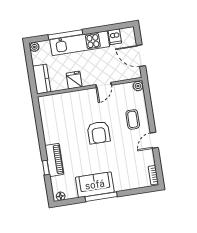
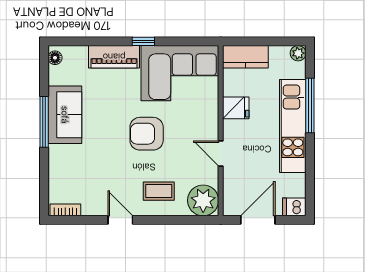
dishwasher: (115, 37) -> (294, 207), moved
plant: (138, 86) -> (203, 200), width x1.88, depth x1.88
corner sofa: (58, 118) -> (180, 73), added
window: (46, 168) -> (143, 41), moved

